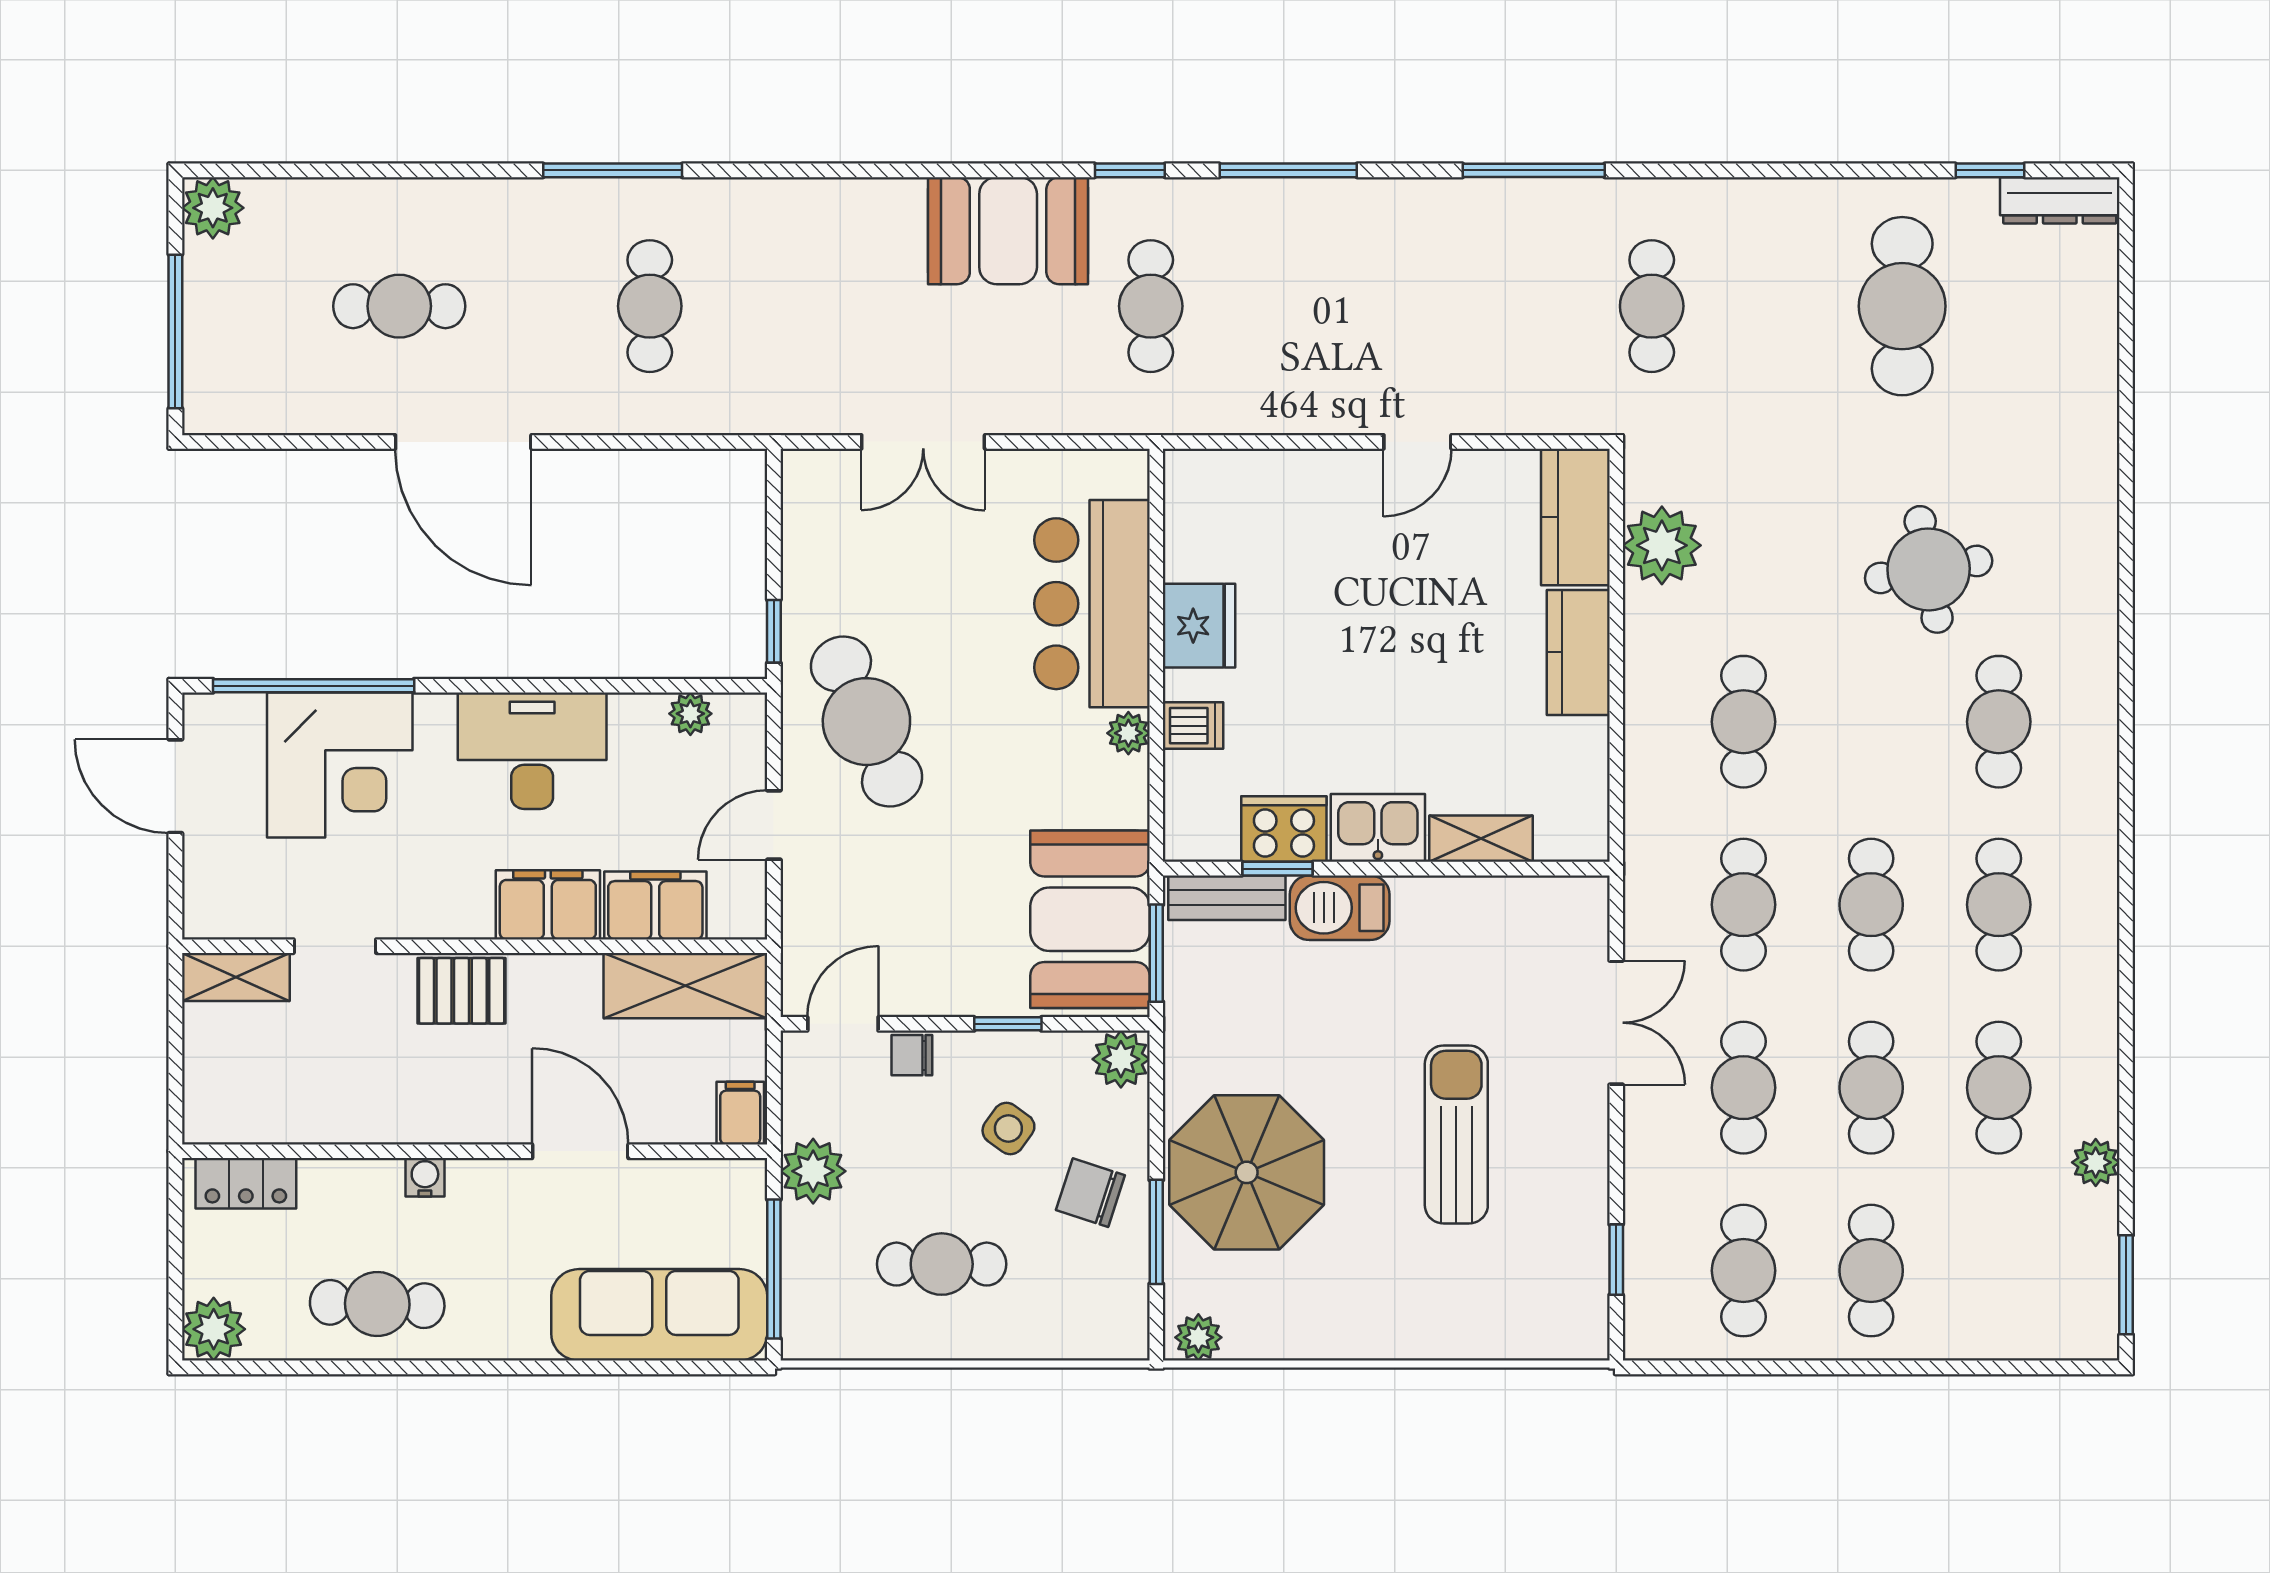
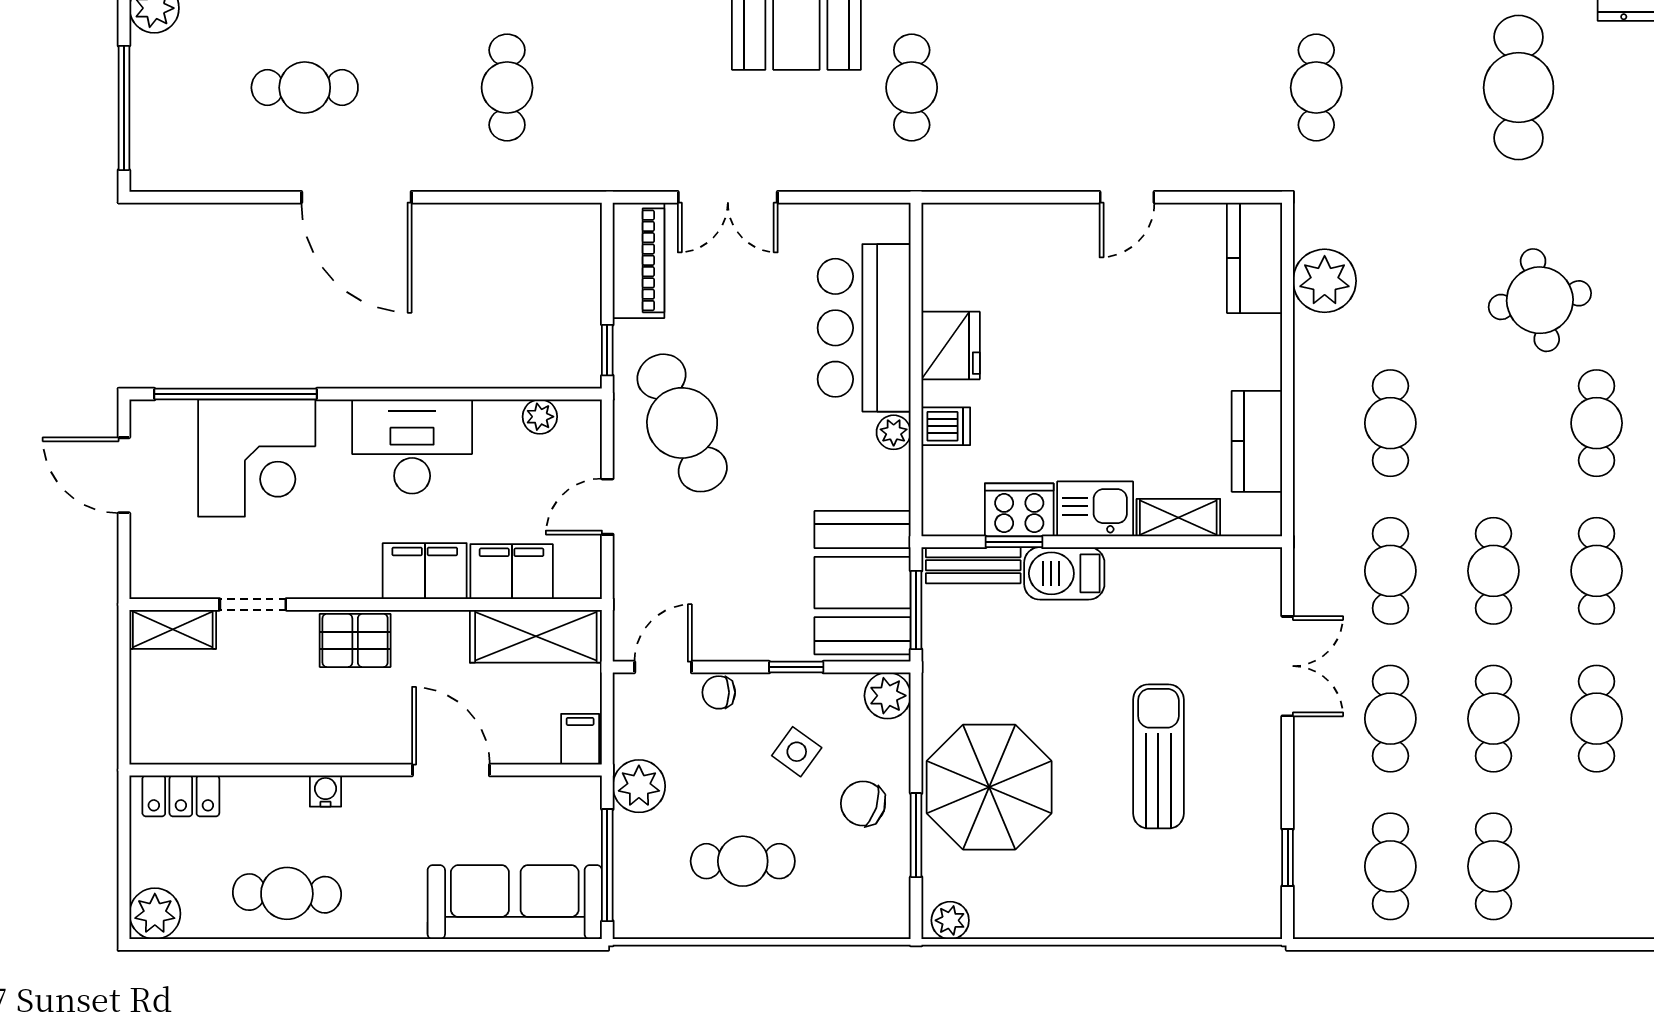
piano: (813, 520) -> (639, 260), added
kitchen counter: (1578, 652) -> (1257, 441), moved

